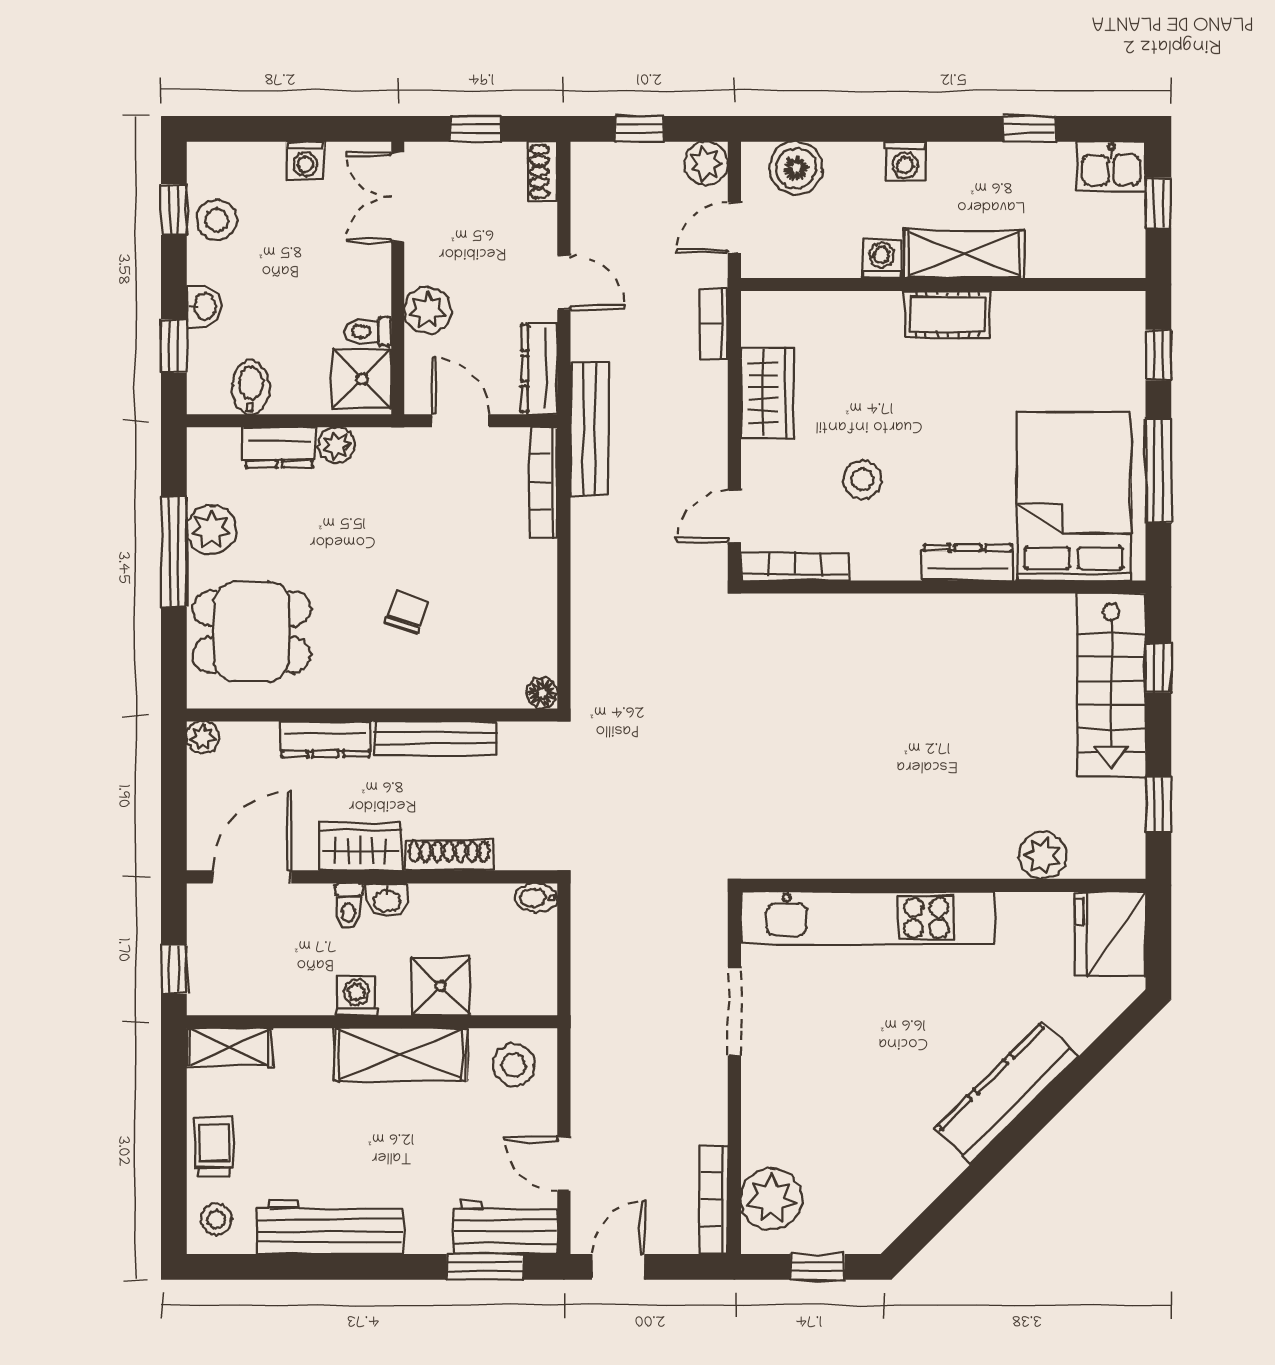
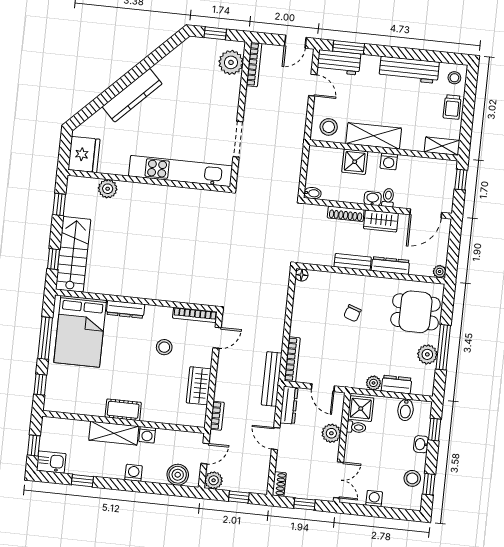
bench: (436, 738) -> (353, 262), width x0.73

